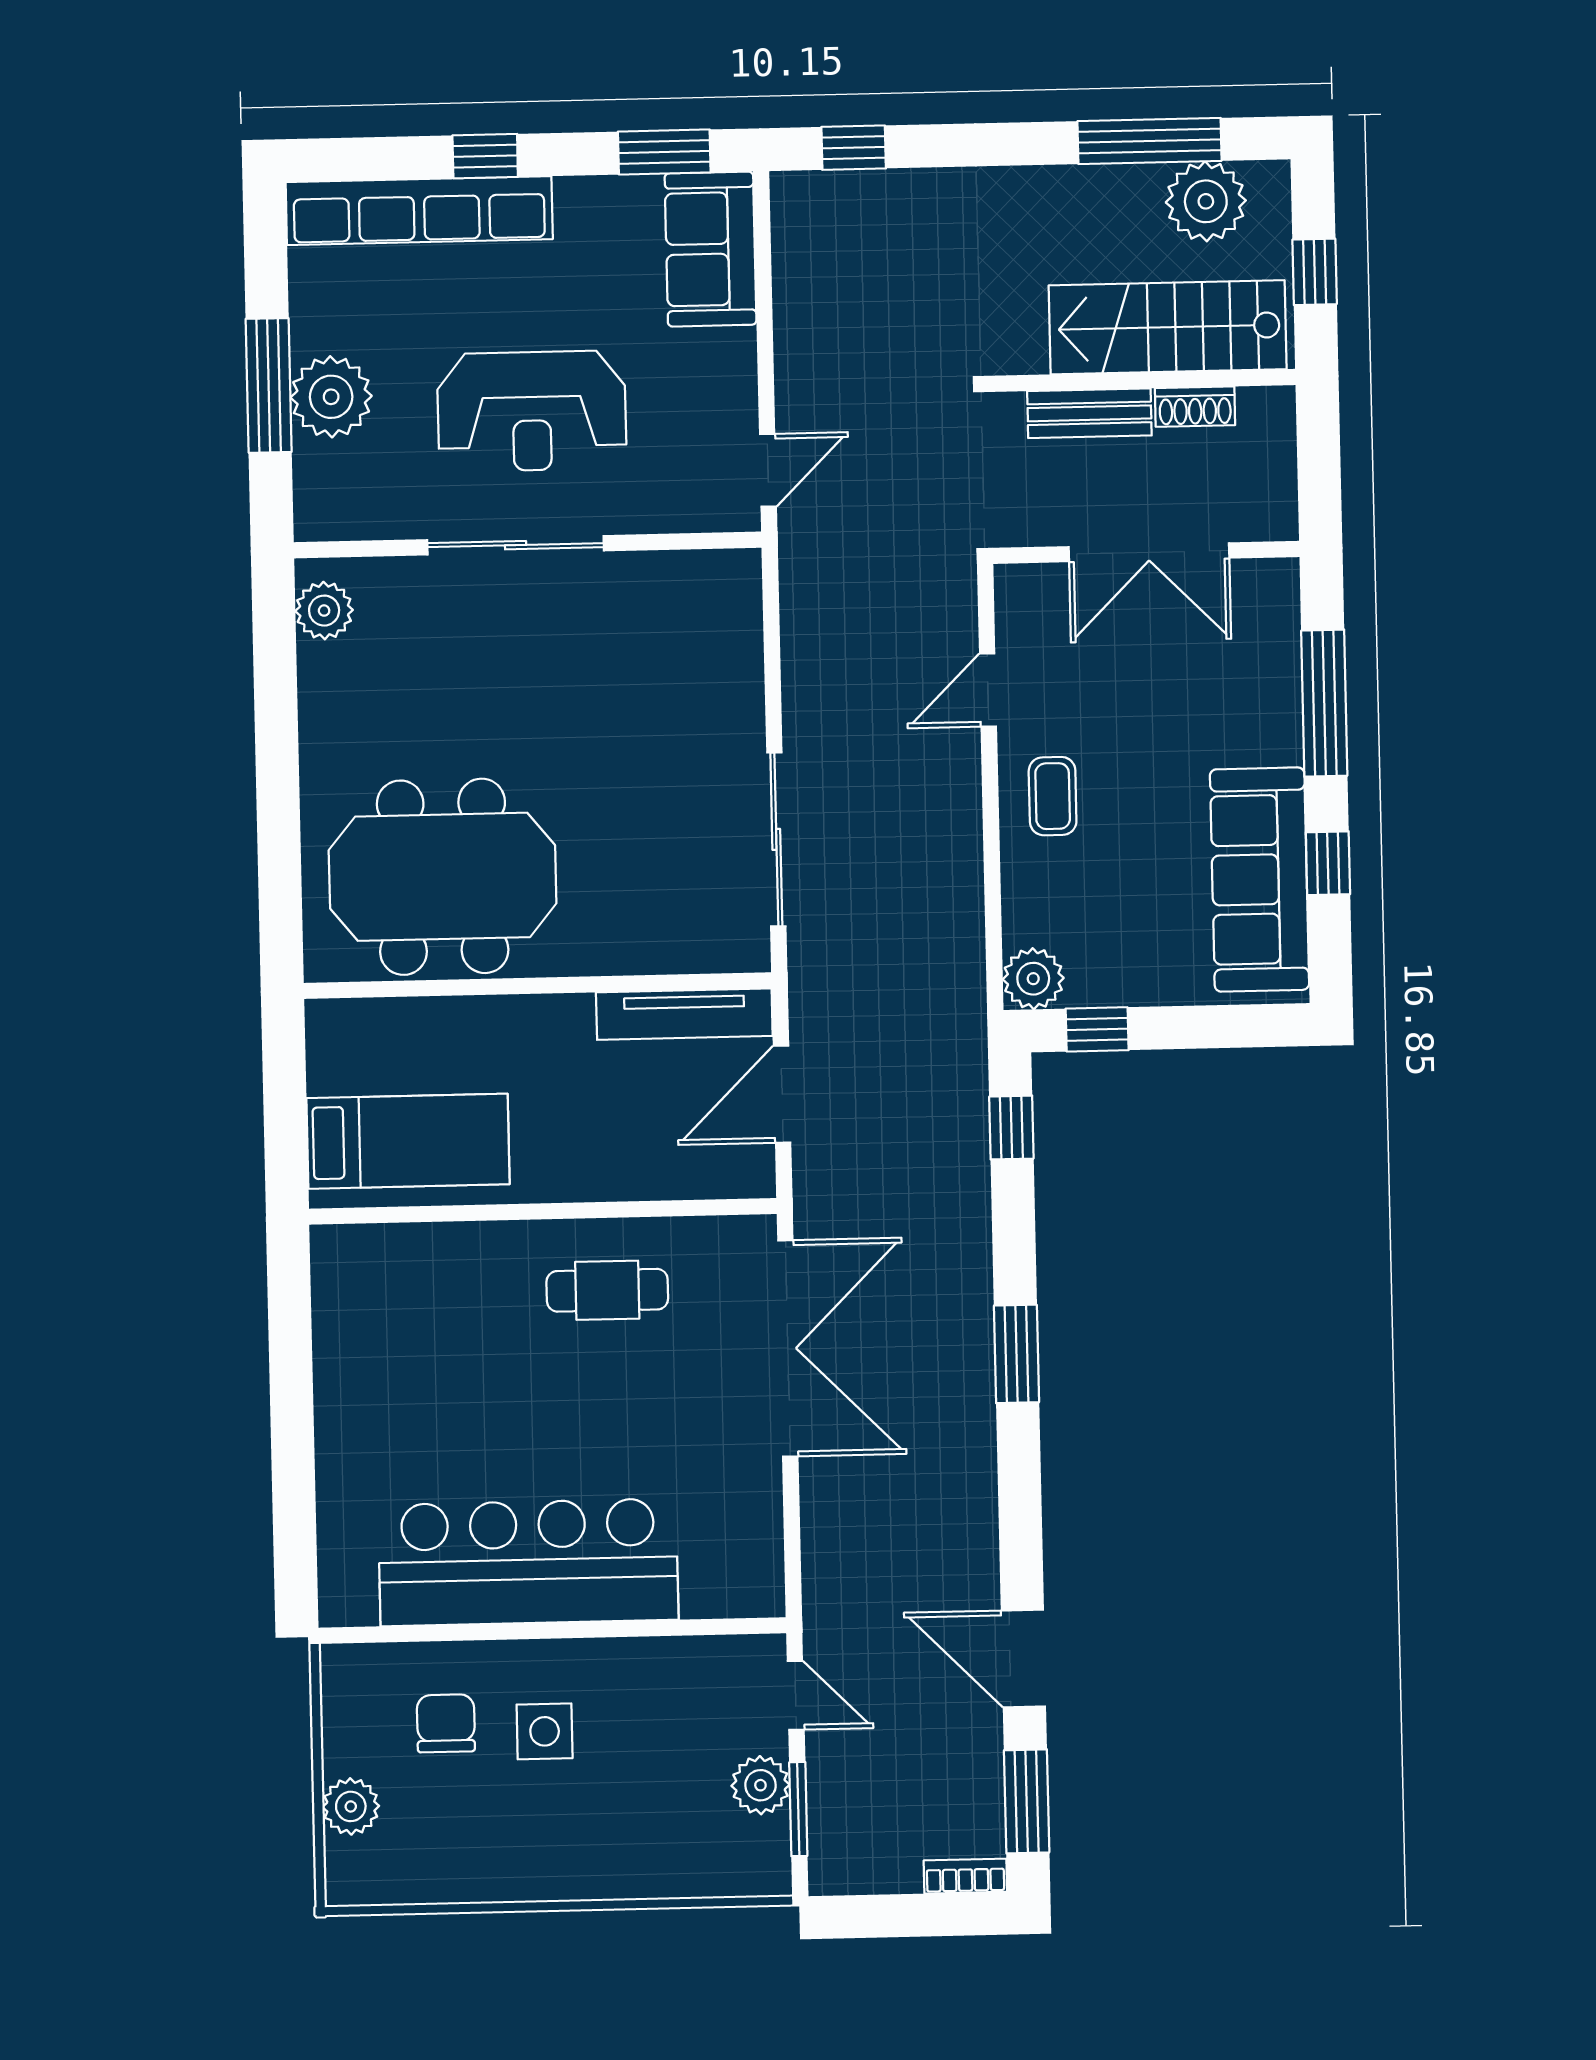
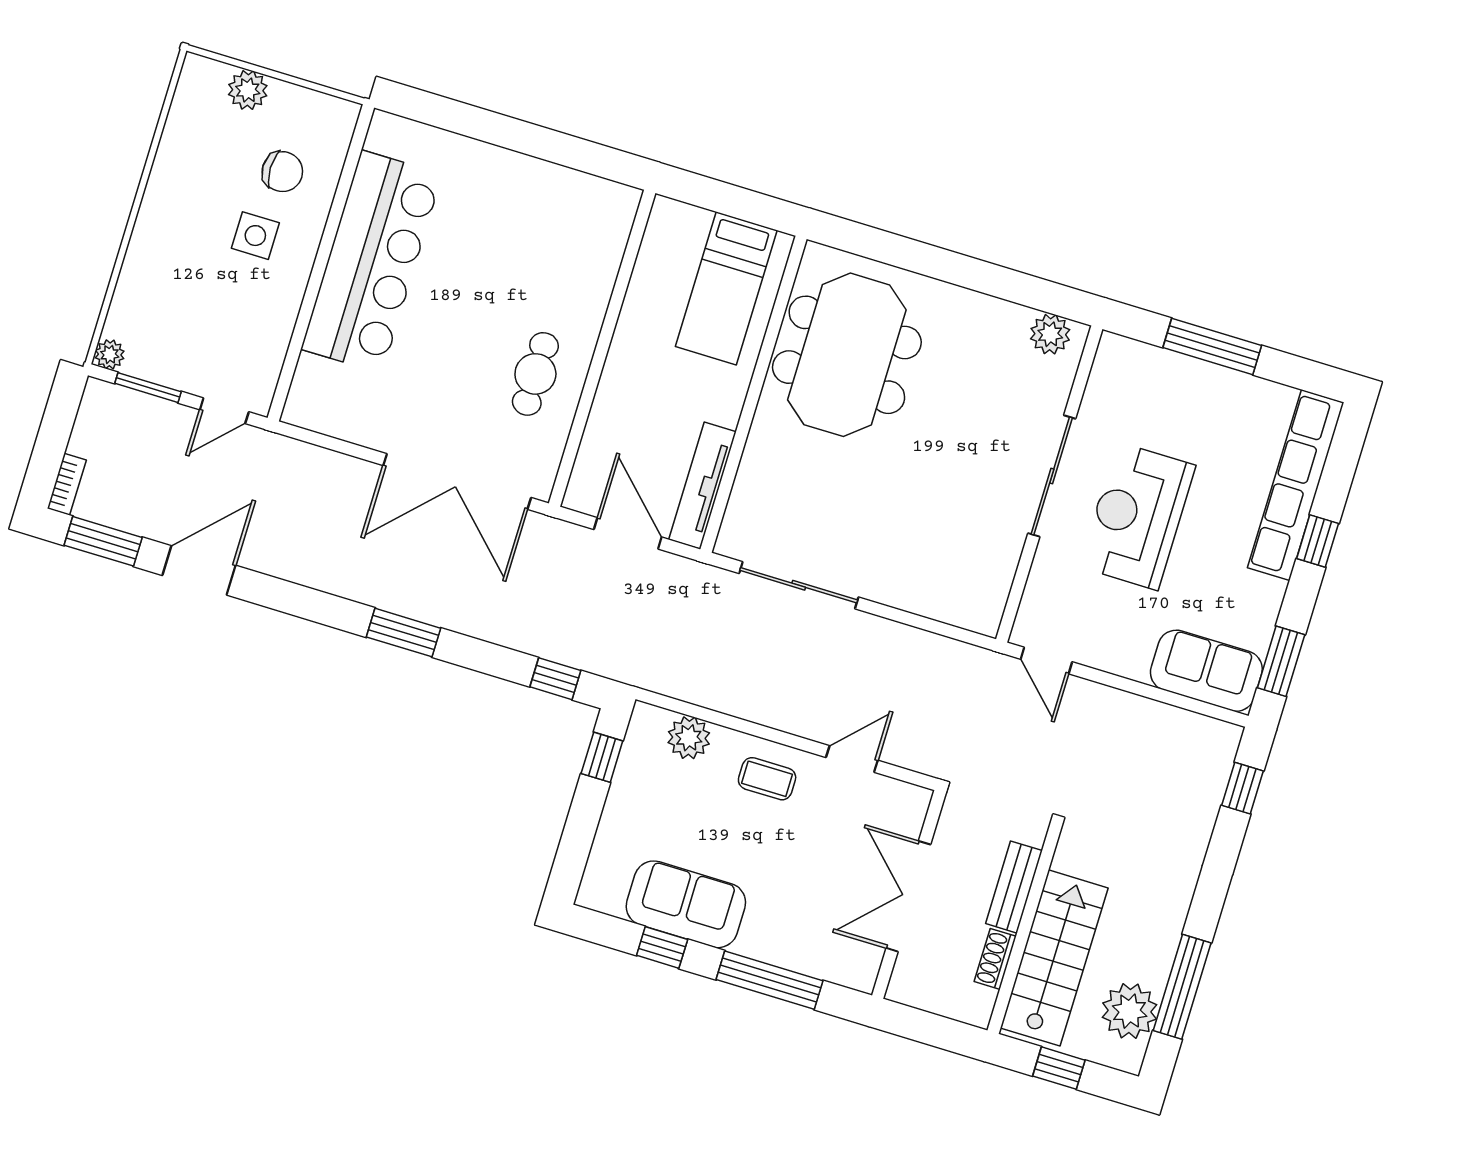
plant: (331, 397) -> (1191, 386), removed
door: (988, 690) -> (852, 759), hinge flipped
sofa: (1260, 880) -> (686, 904), width x0.73
plant: (1033, 979) -> (689, 738), moved
bed: (408, 1141) -> (726, 288), moved
plant: (760, 1785) -> (110, 354), moved, width x0.73, depth x0.73

